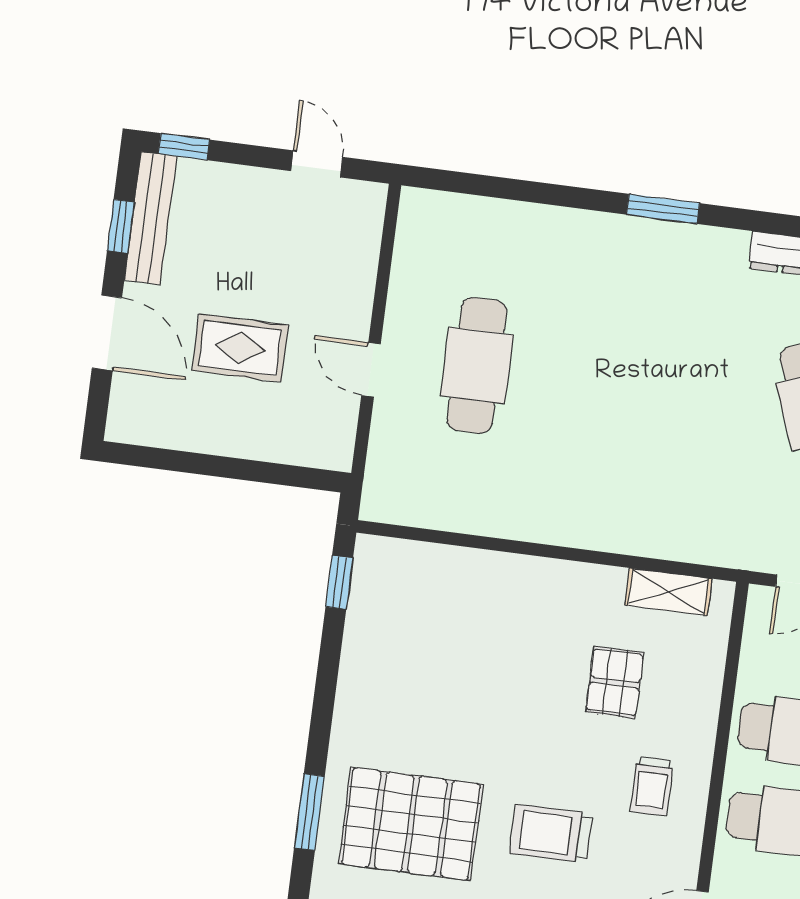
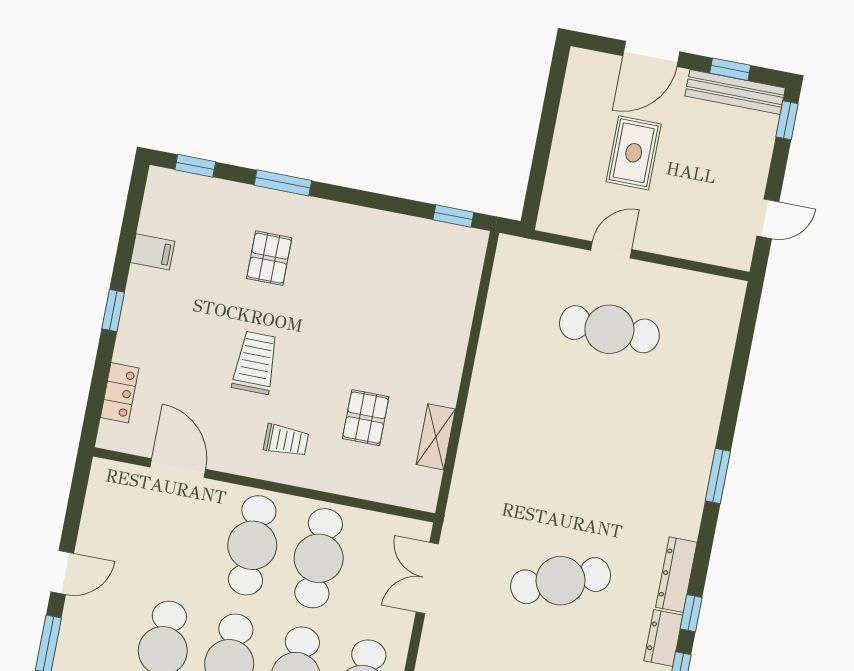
shelving: (668, 592) -> (436, 437), moved
pallet: (615, 682) -> (366, 418), turned 90
trolley: (652, 786) -> (286, 440), turned 180
pallet: (411, 824) -> (269, 258), width x0.49, depth x0.50

